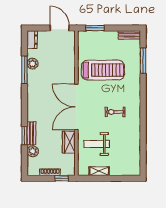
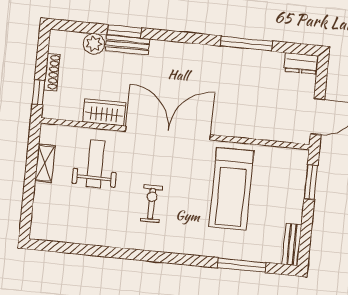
plant: (33, 64) -> (256, 60), removed

